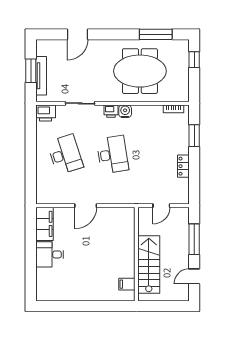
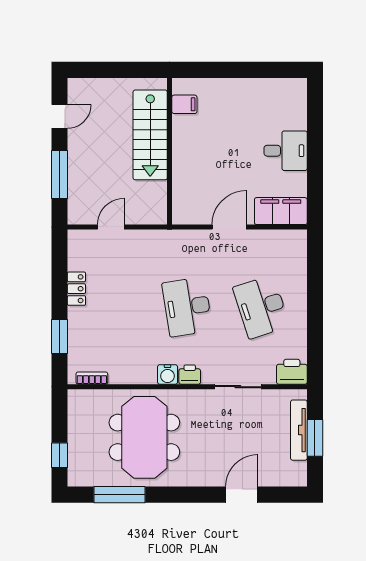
meeting table: (140, 71) -> (144, 437), turned 90
filing cabinet: (45, 224) -> (281, 211), moved, turned 90
wall: (136, 254) -> (170, 151), moved
stairs: (149, 265) -> (150, 135), moved
filing cabinet: (127, 284) -> (184, 104), moved

